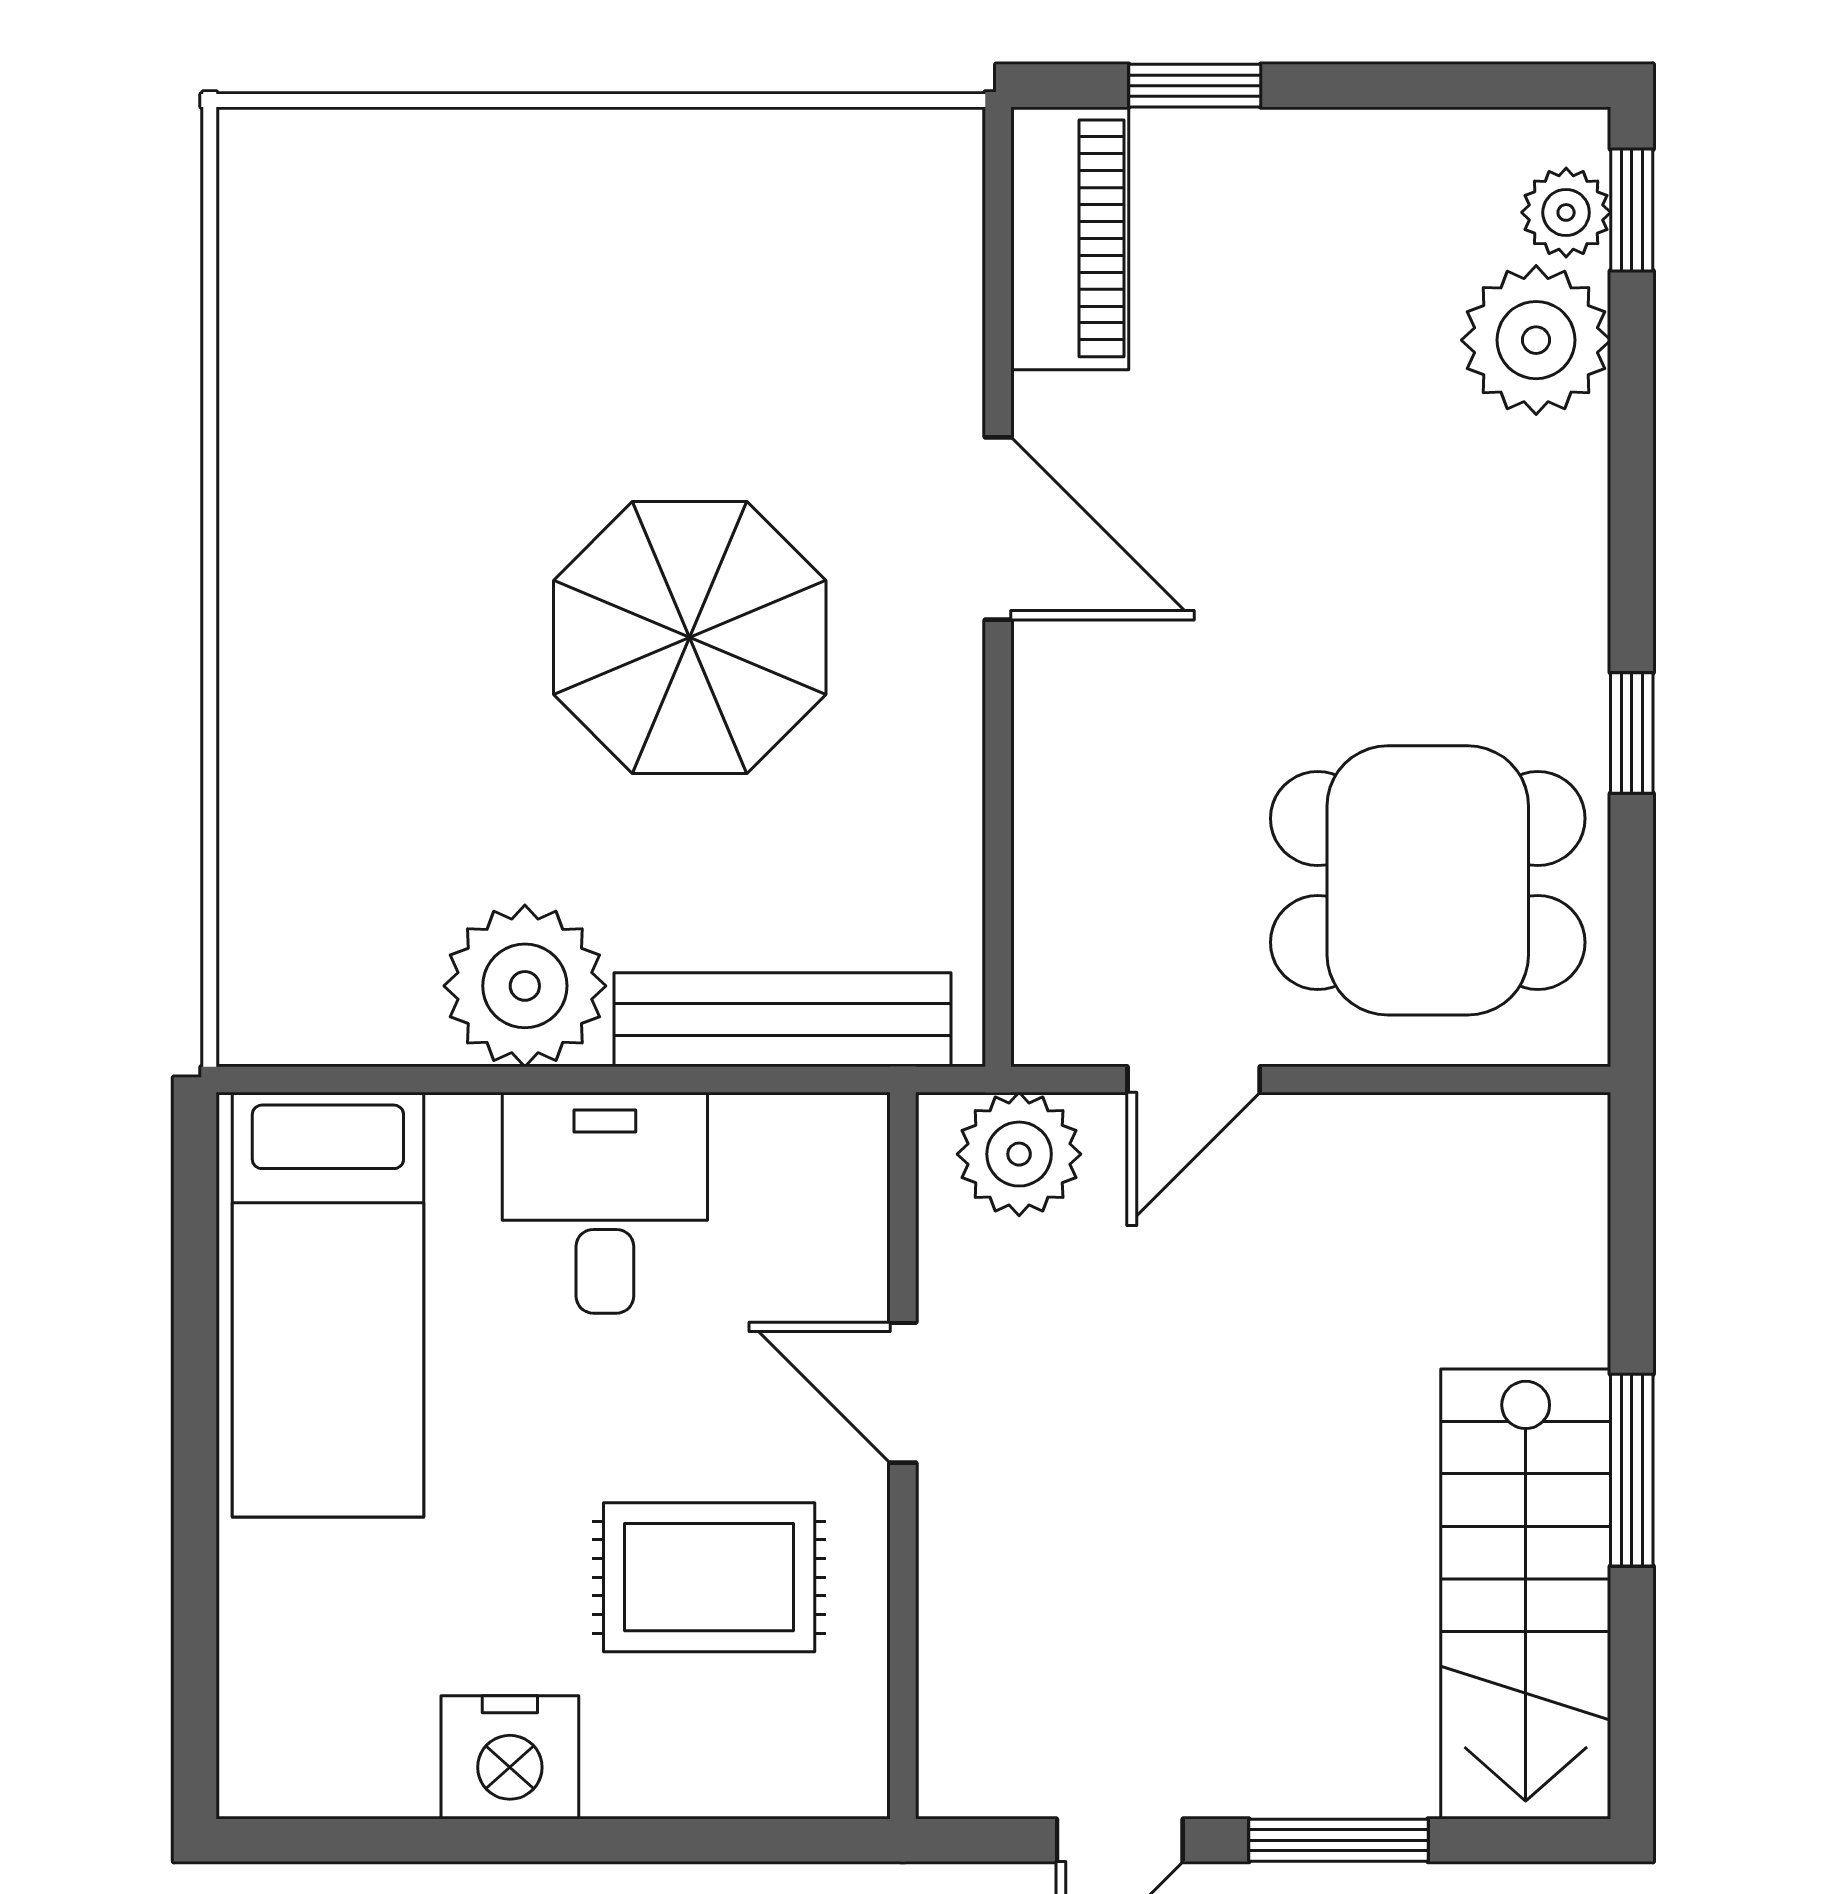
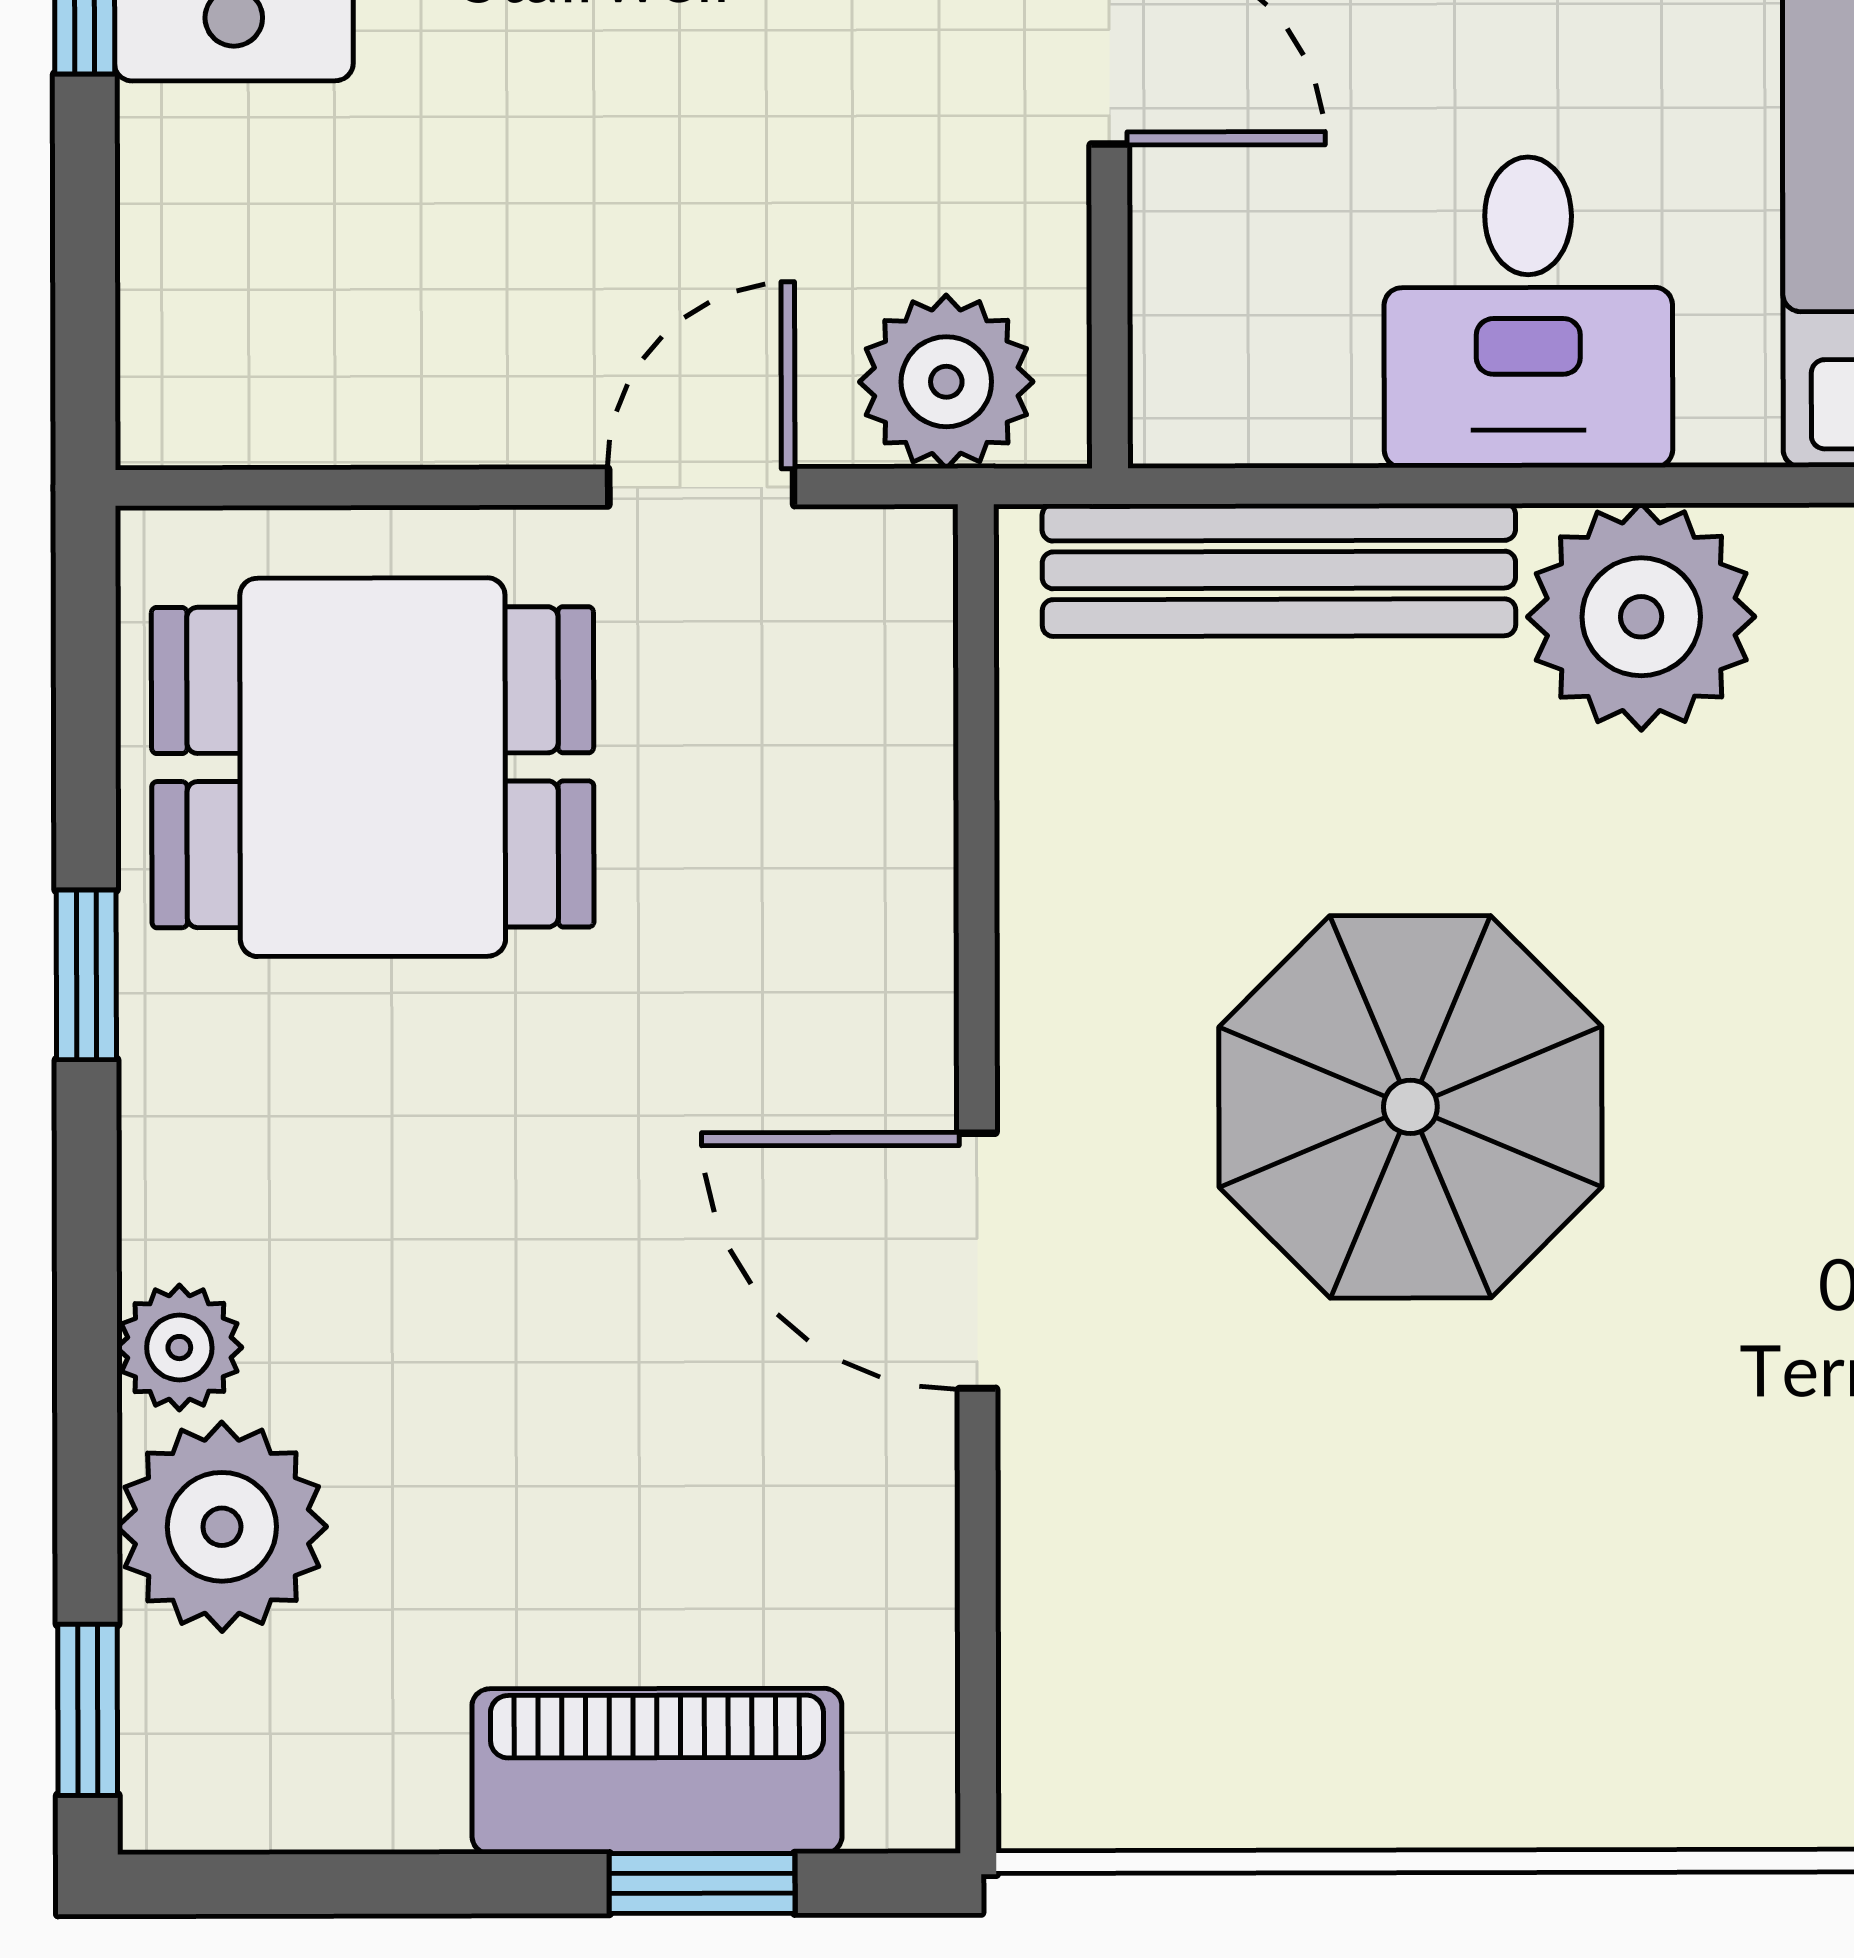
plant: (1566, 212) -> (179, 1348), moved
piano: (1070, 238) -> (657, 1771), moved, turned 90

